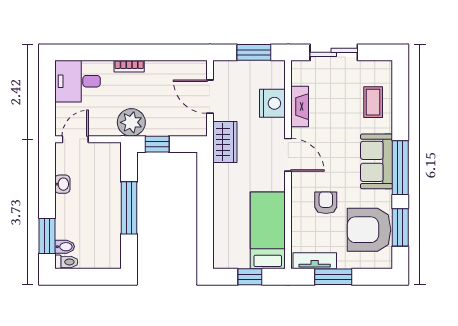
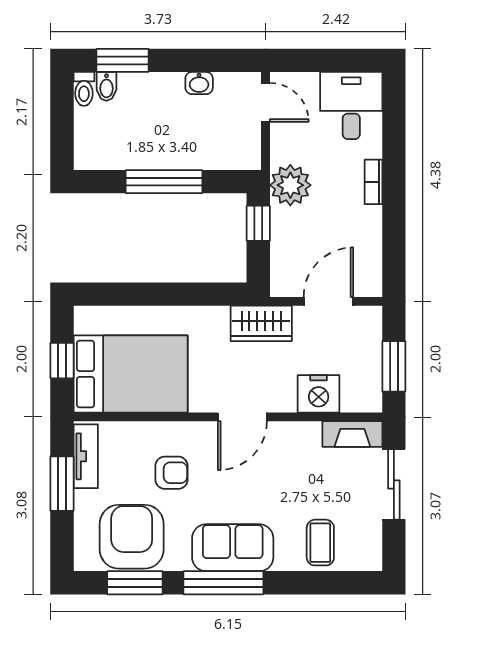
coffee table: (373, 102) -> (320, 543), turned 90
fireplace: (300, 107) -> (352, 434), moved
bed: (268, 230) -> (131, 374), width x1.50

